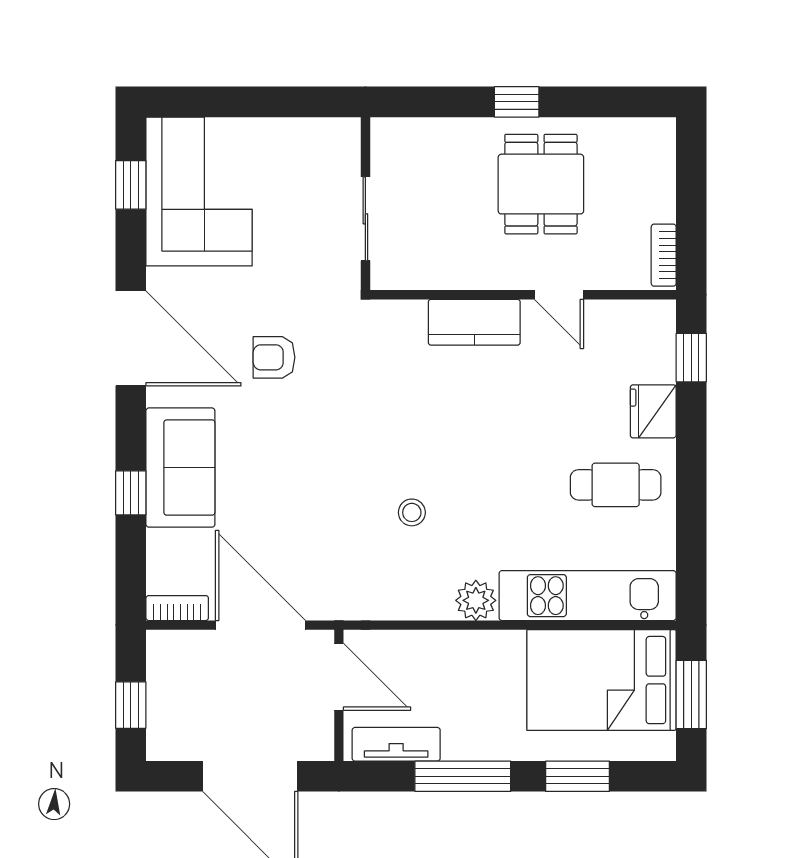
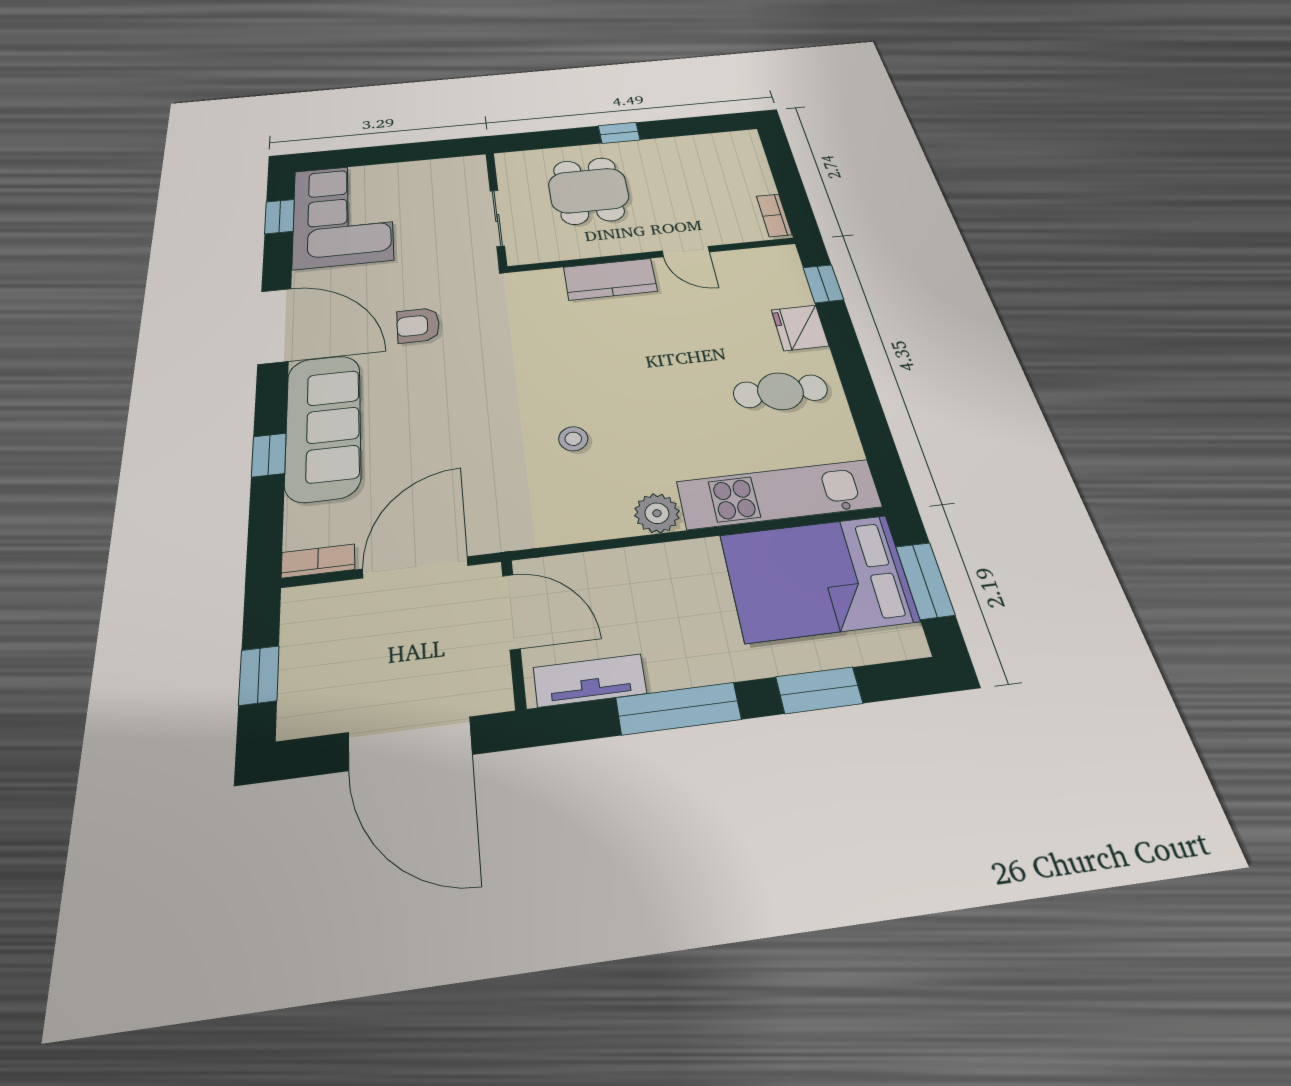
dining table: (541, 184) -> (589, 191), moved
sofa: (180, 468) -> (323, 426), width x1.36
door: (261, 625) -> (415, 567), hinge flipped

